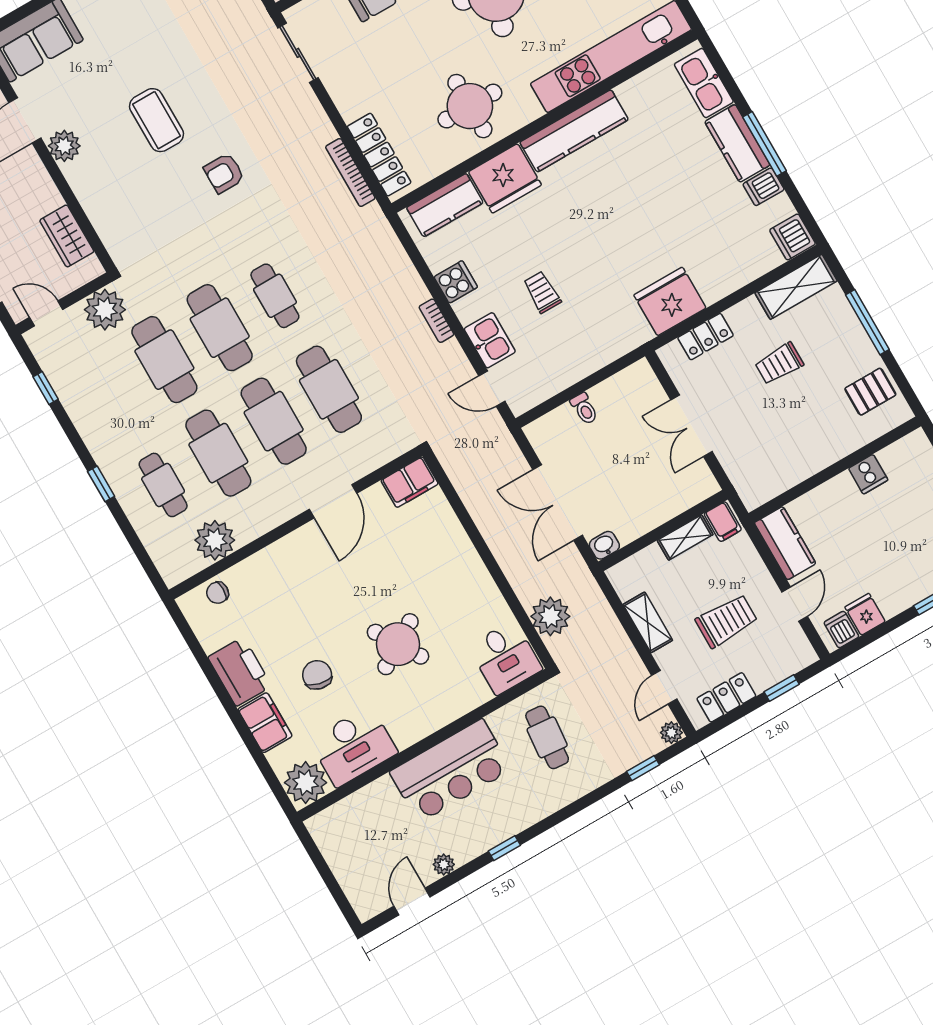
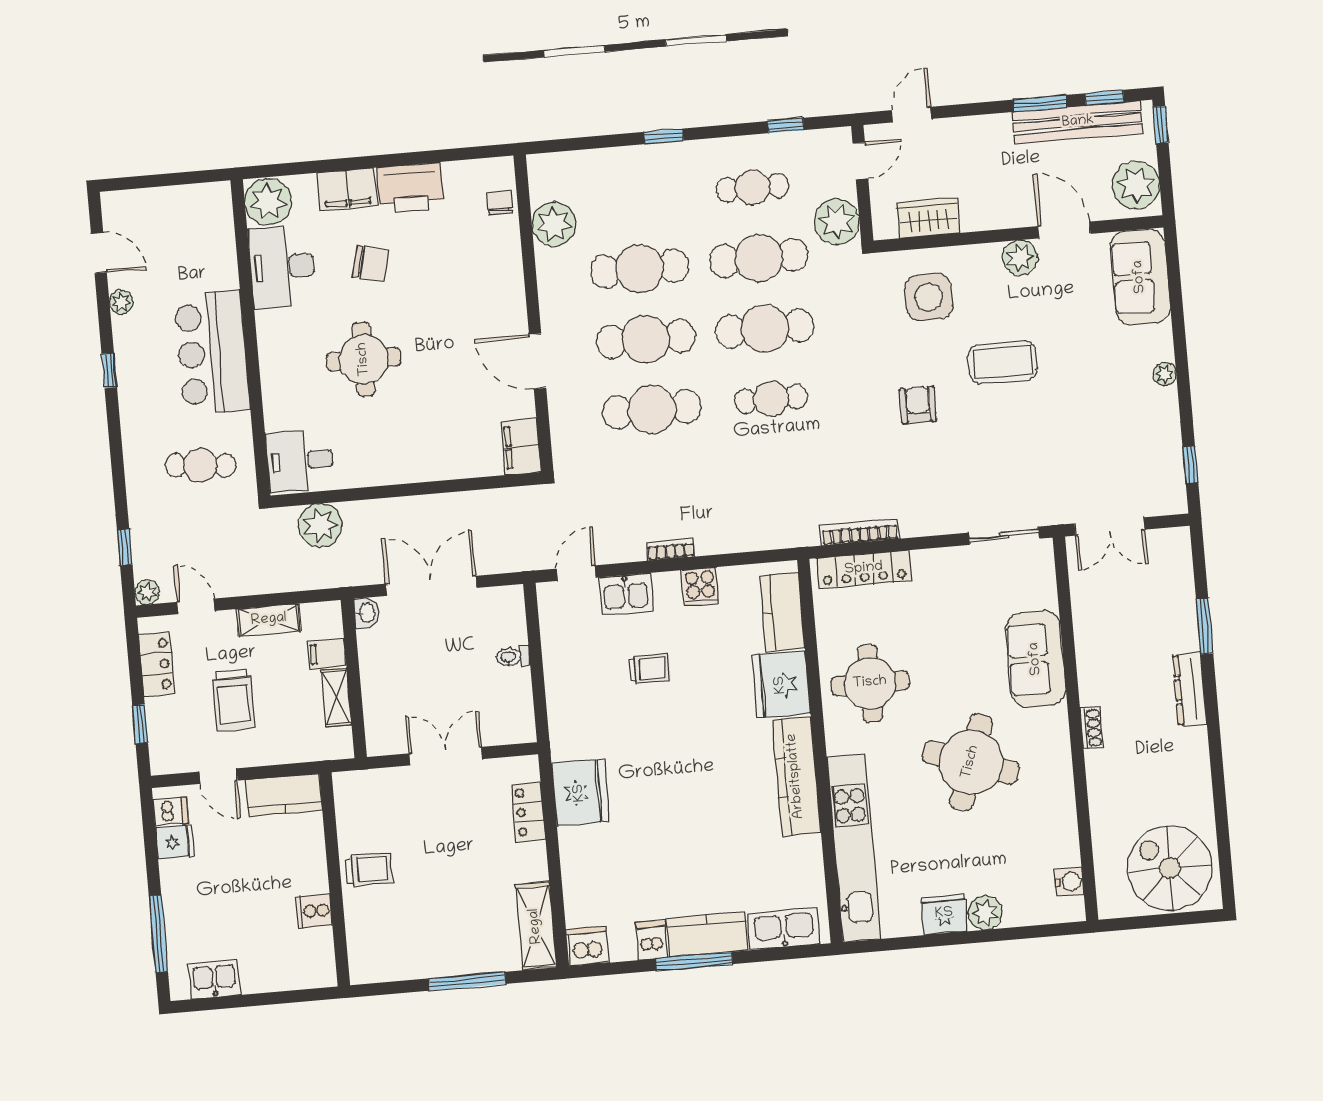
side table: (131, 205) -> (929, 297), added
trolley: (779, 364) -> (369, 869), moved, turned 90
pallet: (870, 392) -> (396, 952), removed
cafe table: (163, 485) -> (753, 188), moved
filing cabinet: (723, 522) -> (327, 653), moved
round table: (398, 644) -> (364, 359), turned 32

